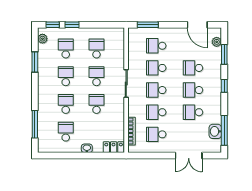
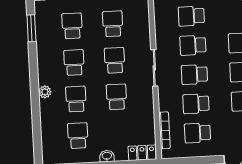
plant: (42, 39) -> (45, 92), moved
window: (35, 62) -> (31, 28), moved
window: (35, 124) -> (37, 128), removed

